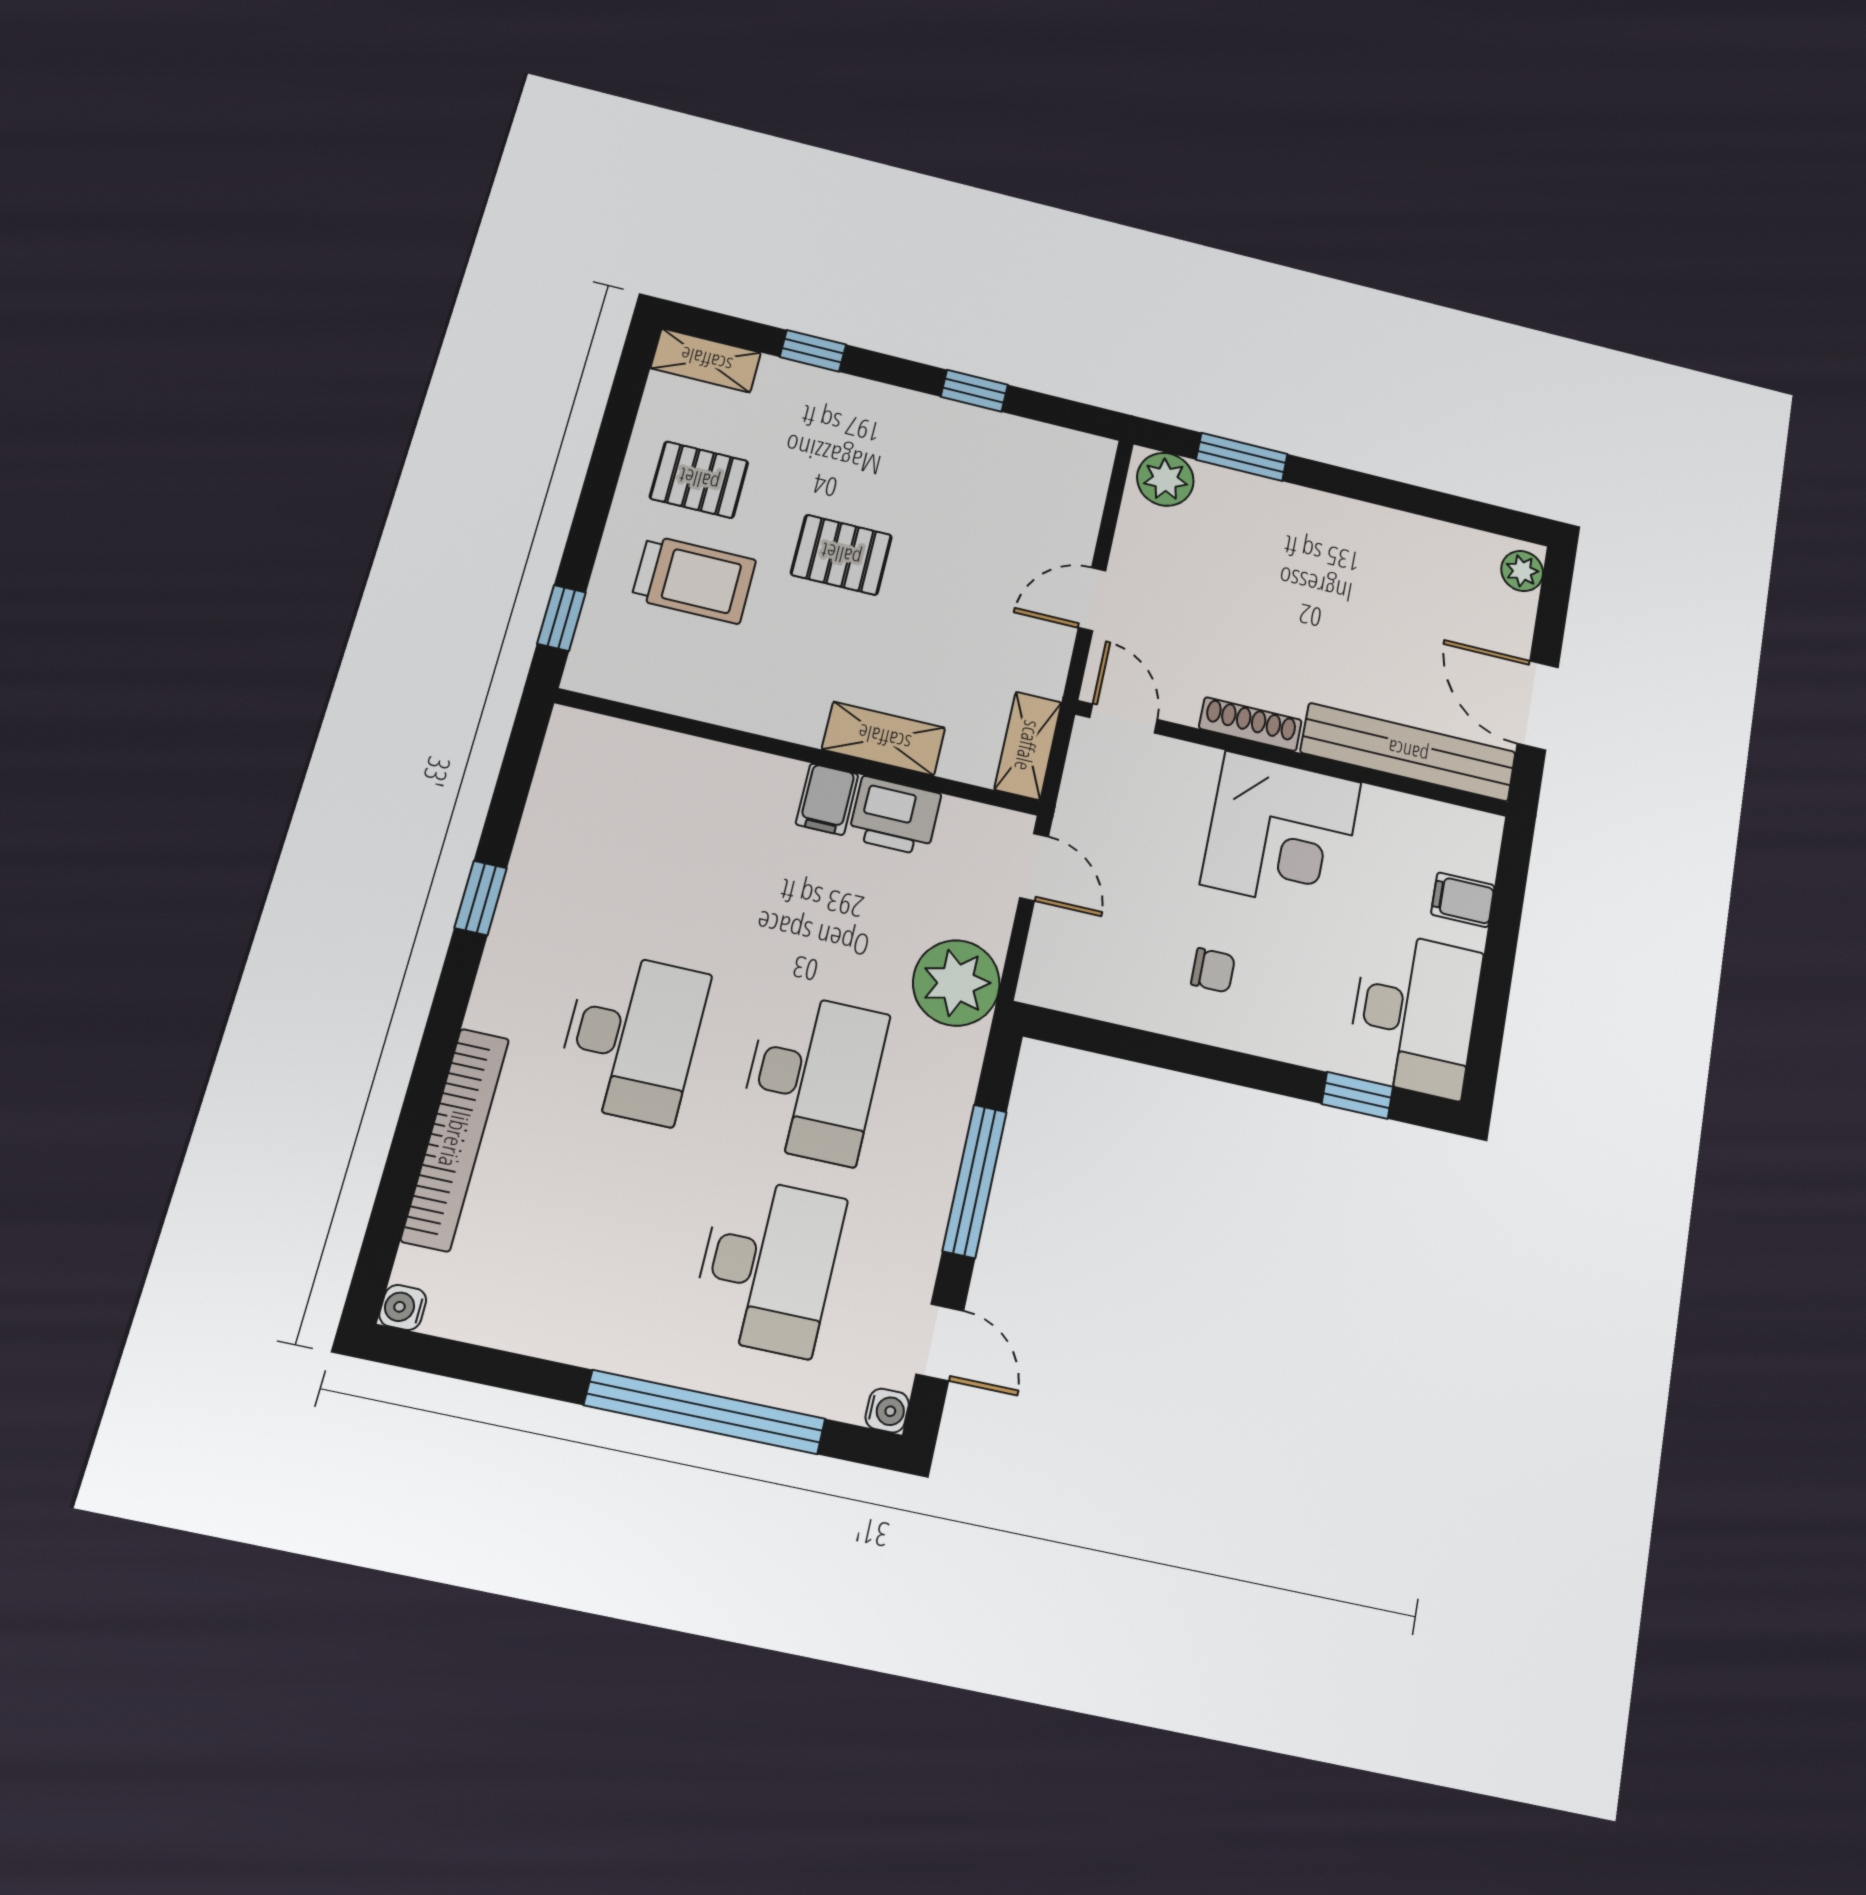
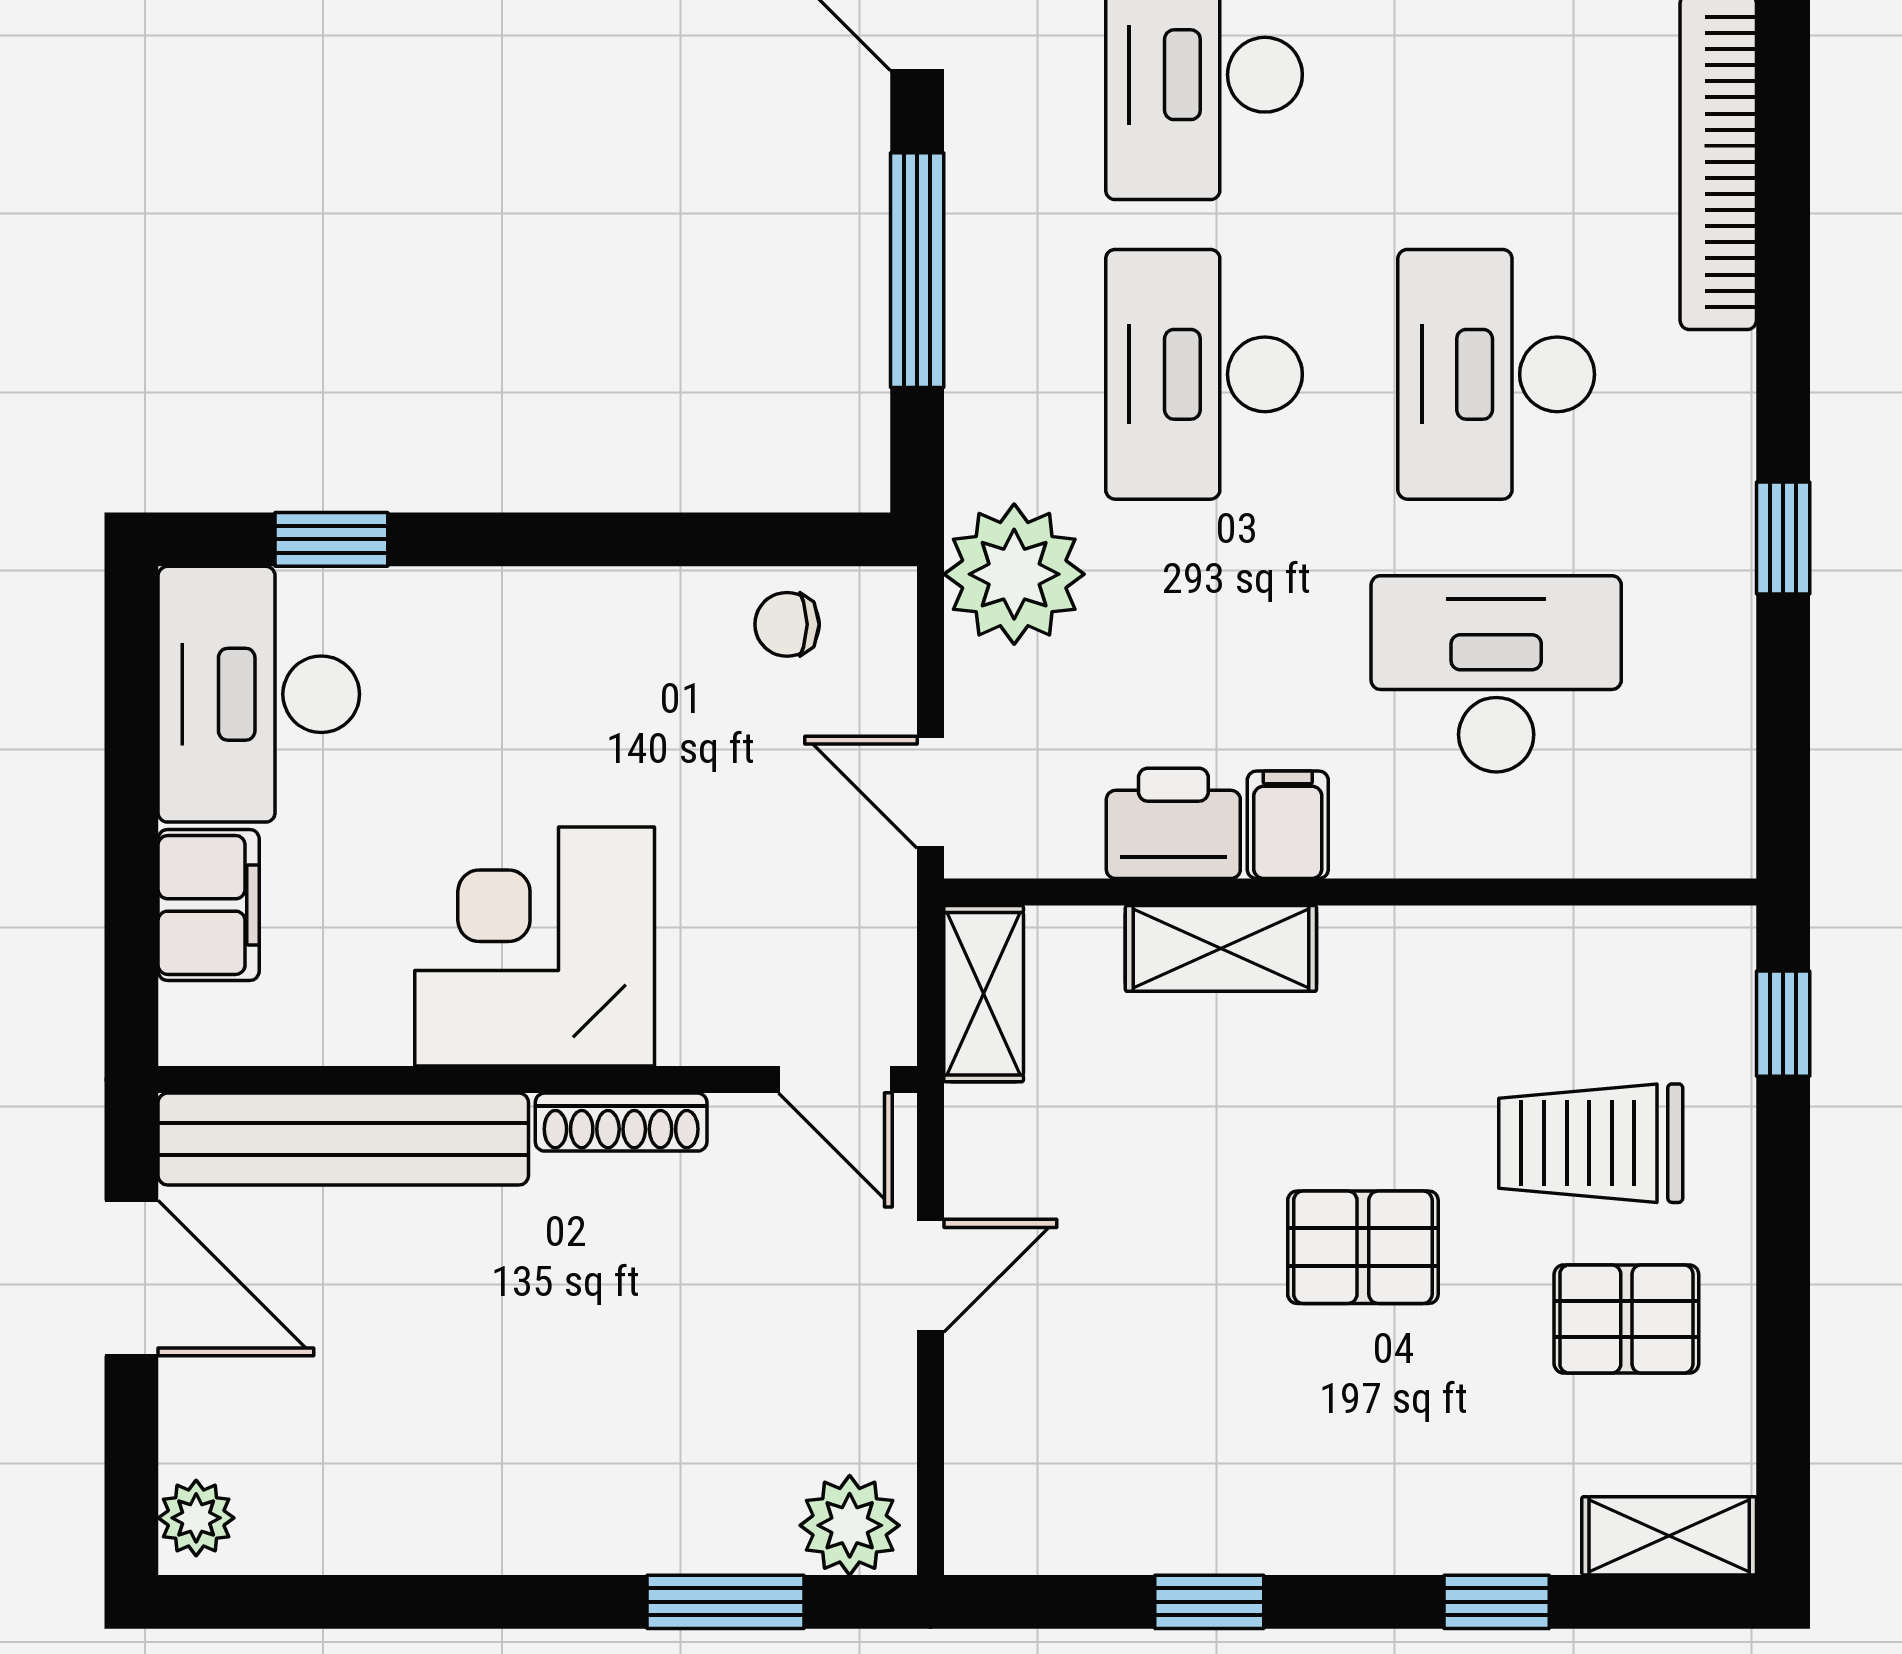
desk: (679, 858) -> (1496, 674), added
filing cabinet: (1463, 900) -> (209, 905), width x2.00
chair: (1213, 970) -> (787, 624), moved

